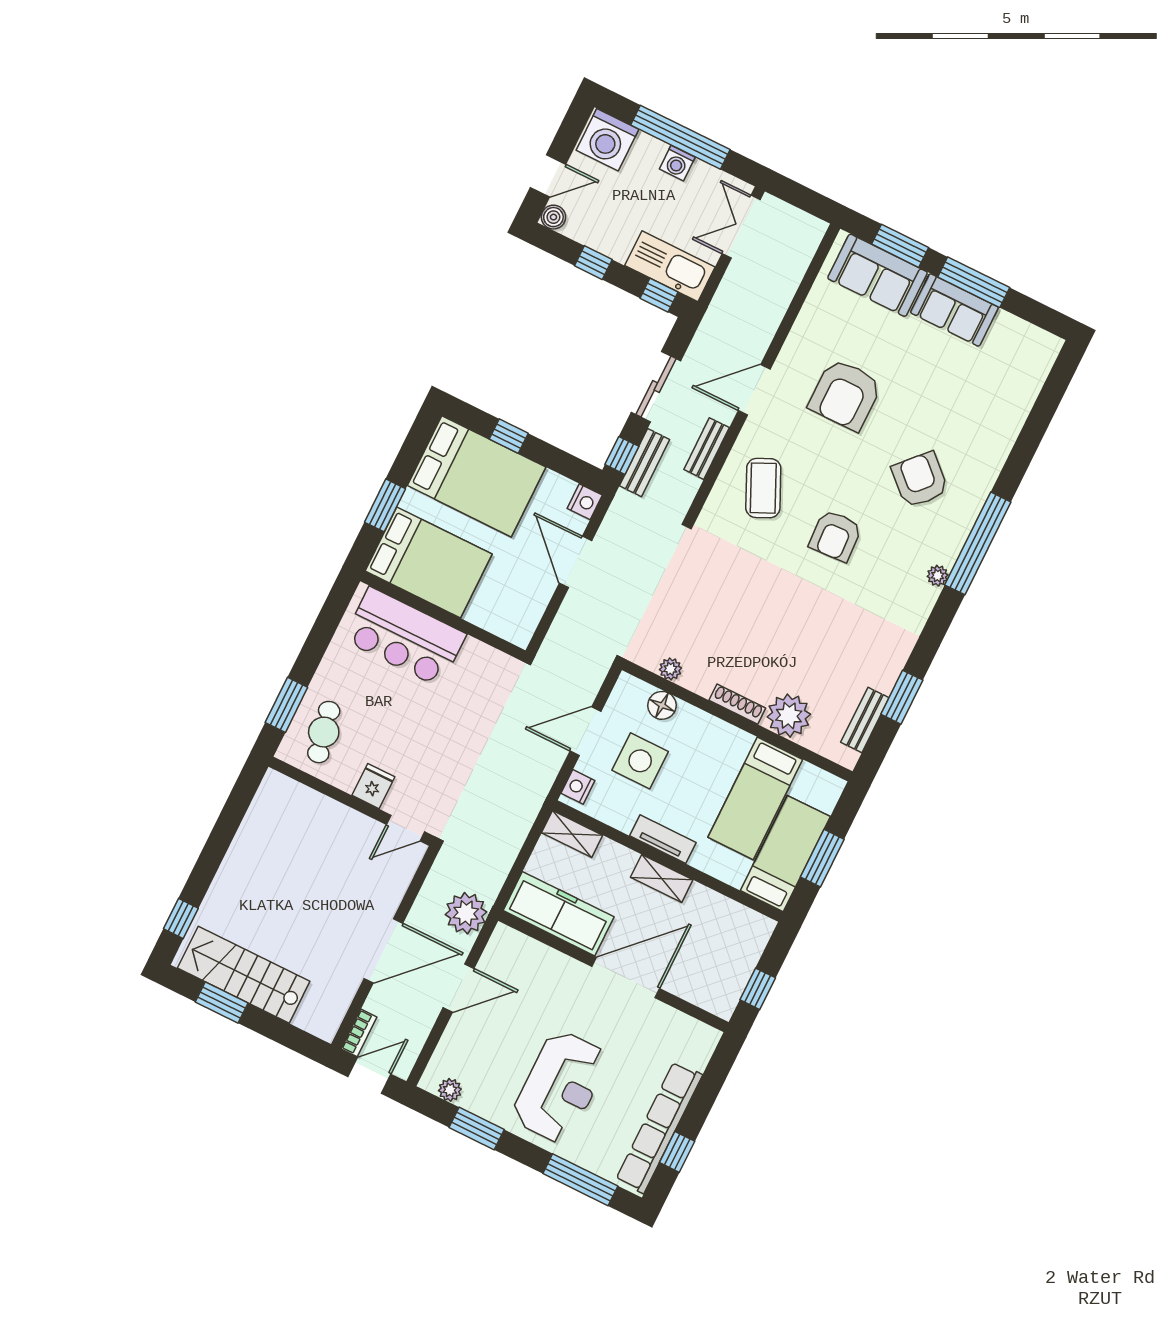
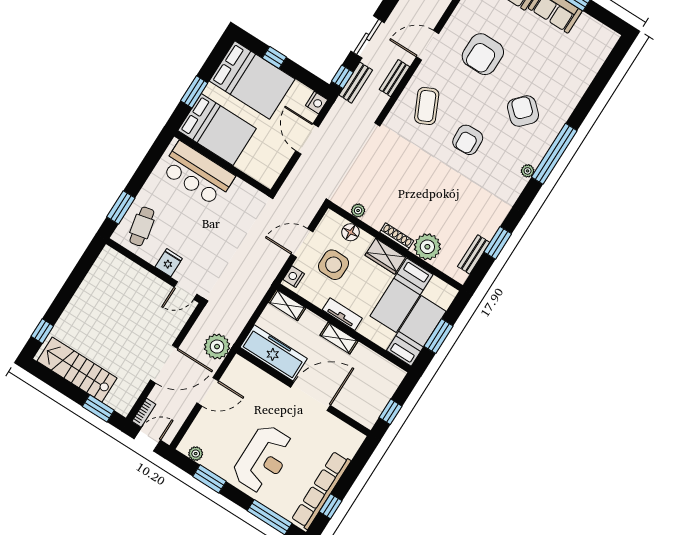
wardrobe: (722, 738) -> (385, 256), added
window: (222, 1002) -> (98, 408), moved

